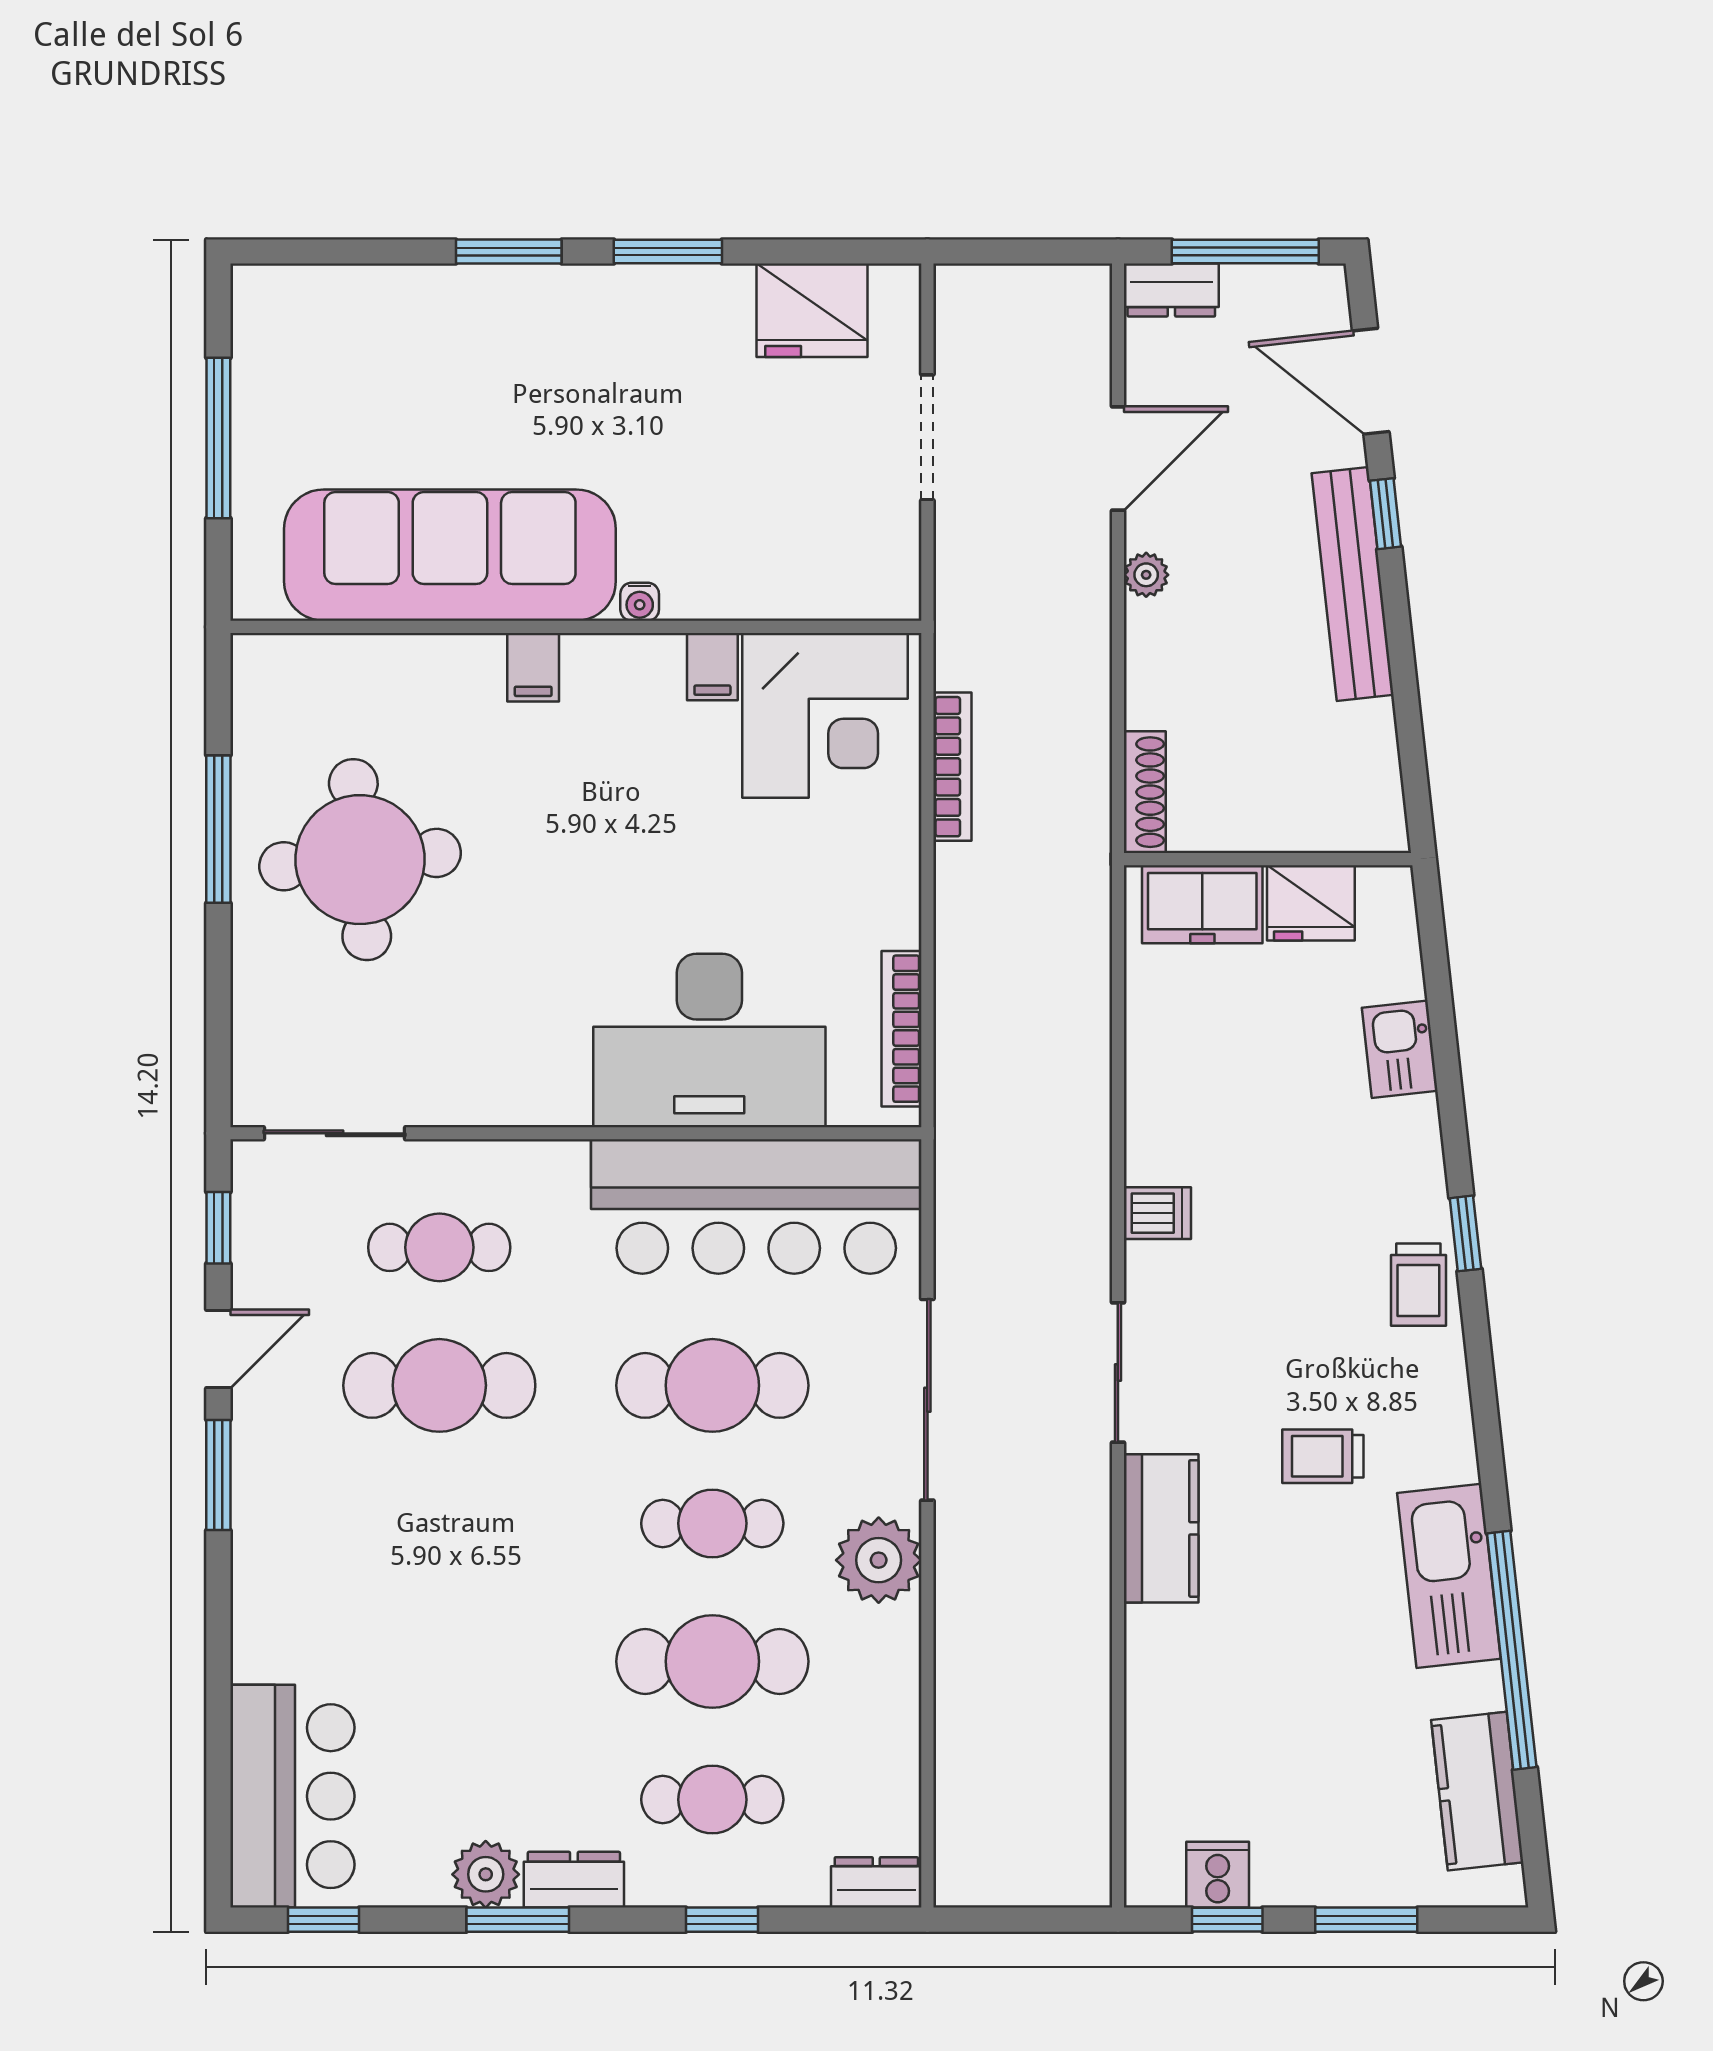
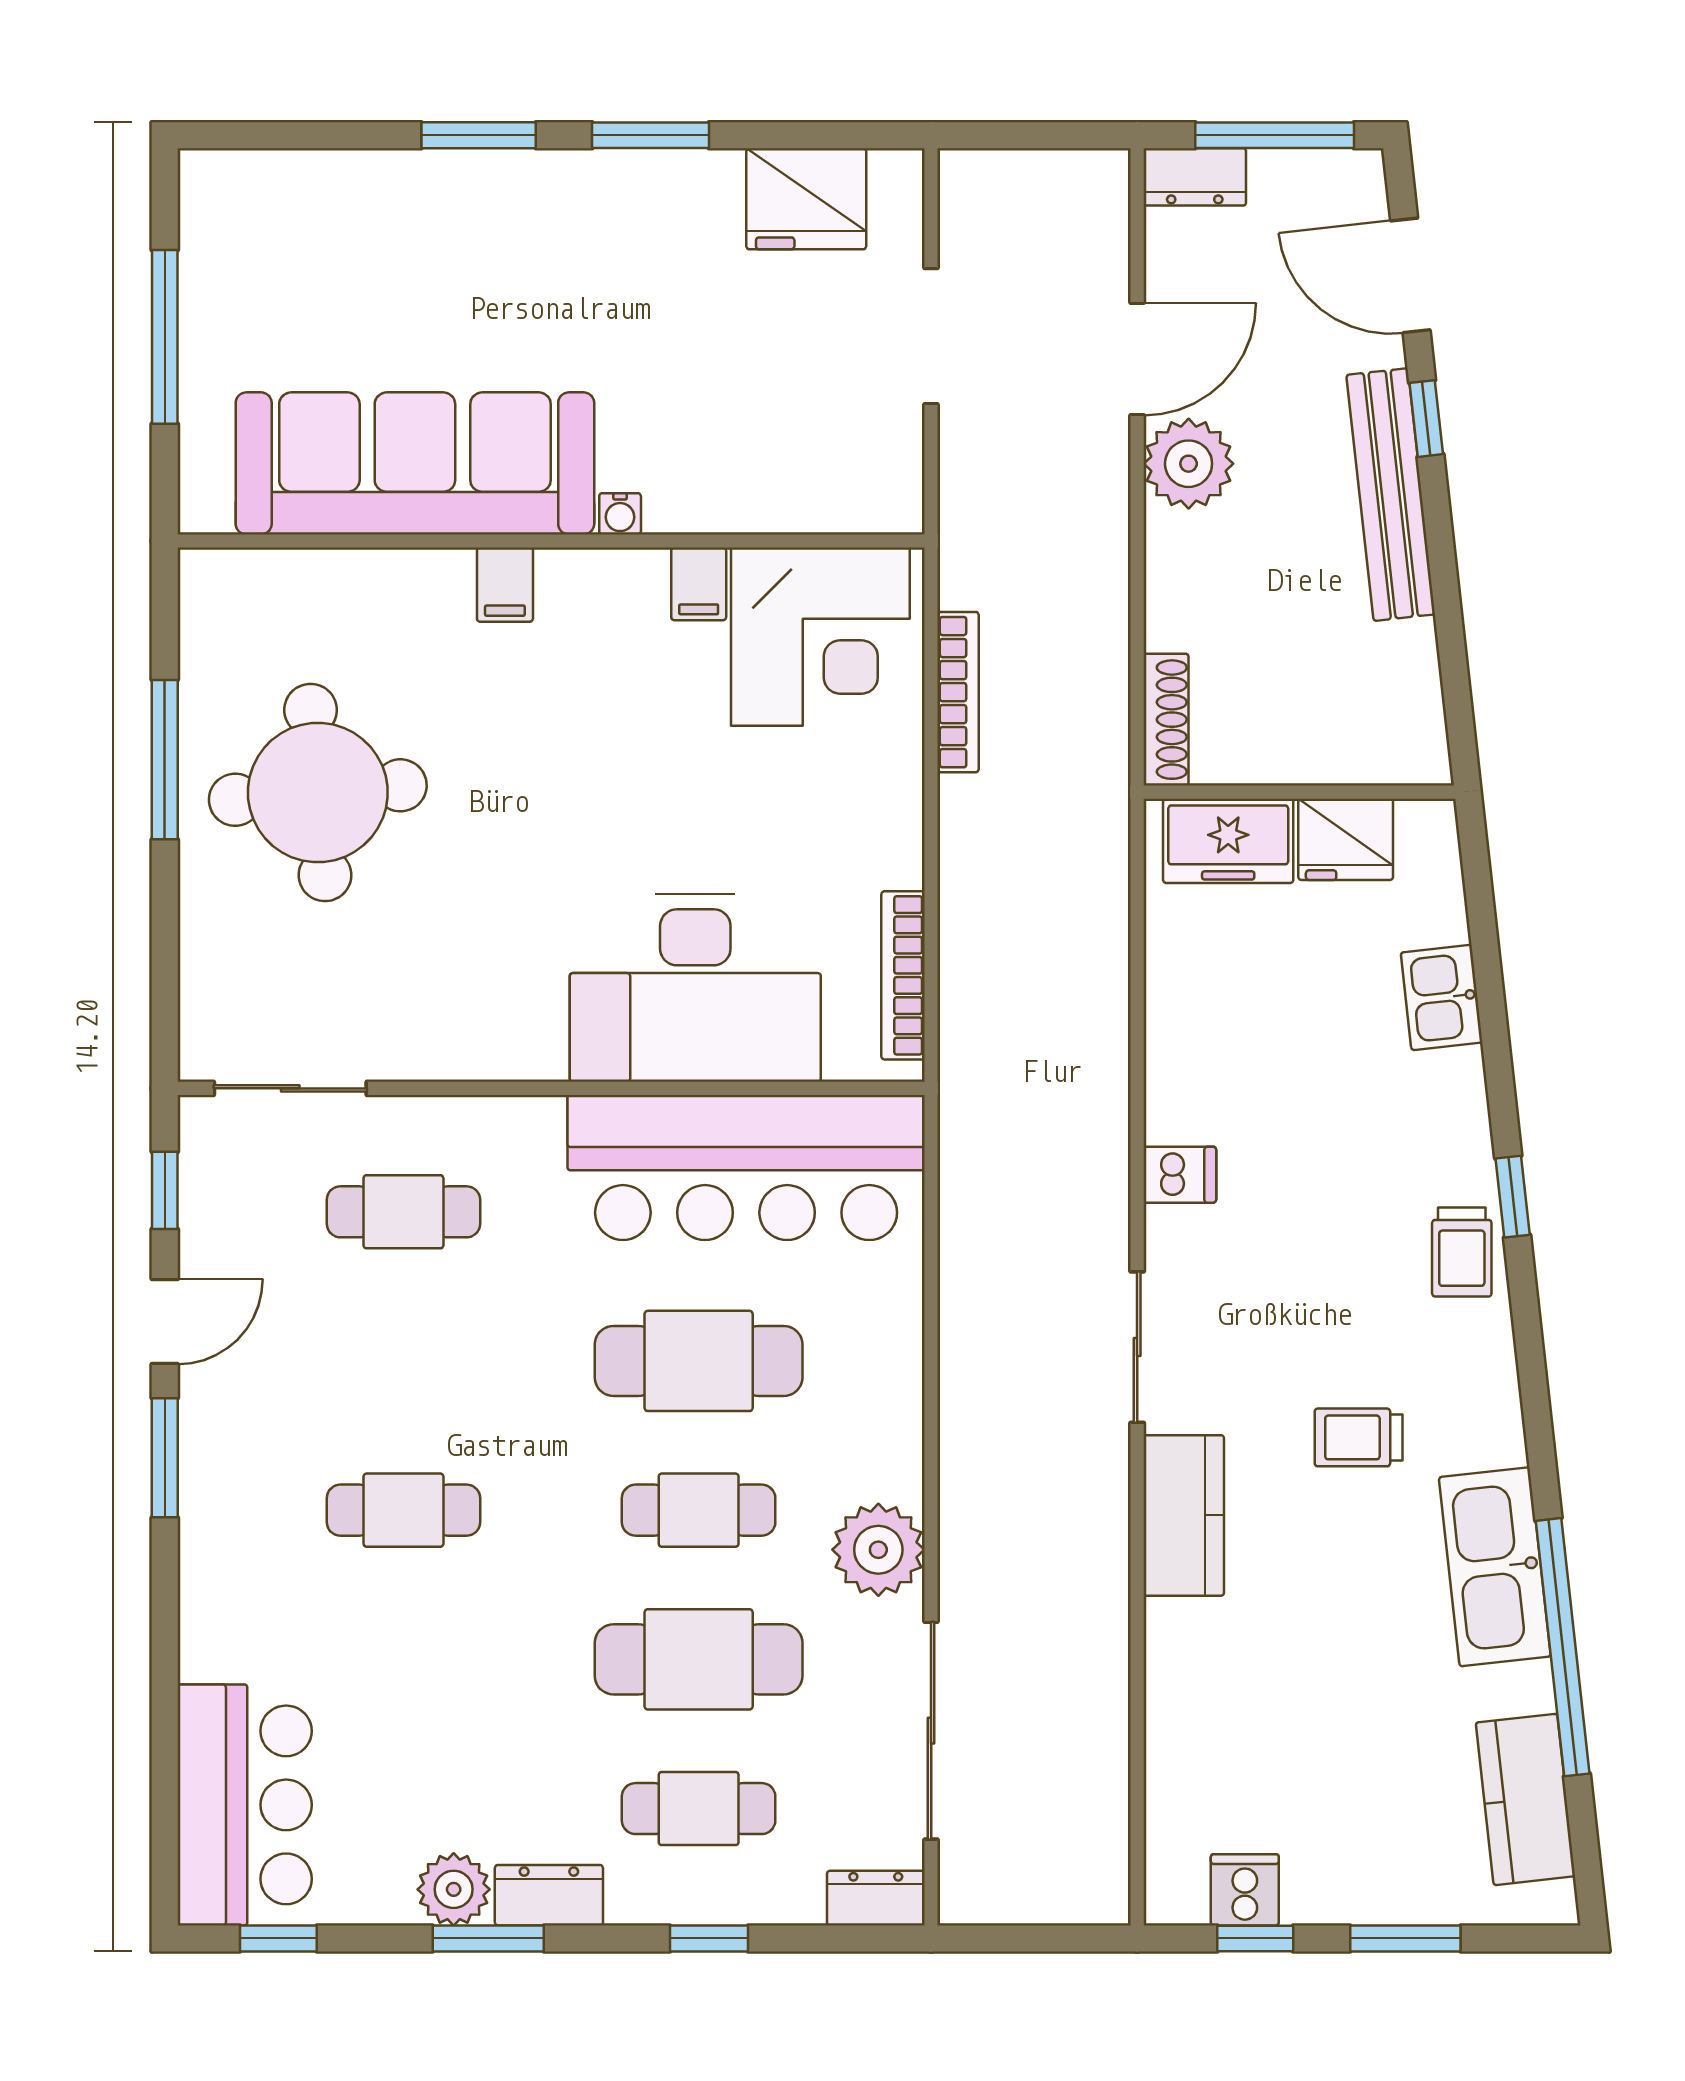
plant: (1146, 575) -> (1189, 464), width x1.87, depth x1.87
cafe table: (439, 1385) -> (403, 1510), moved, width x0.73, depth x0.74
sliding door: (927, 1400) -> (931, 1731), moved

